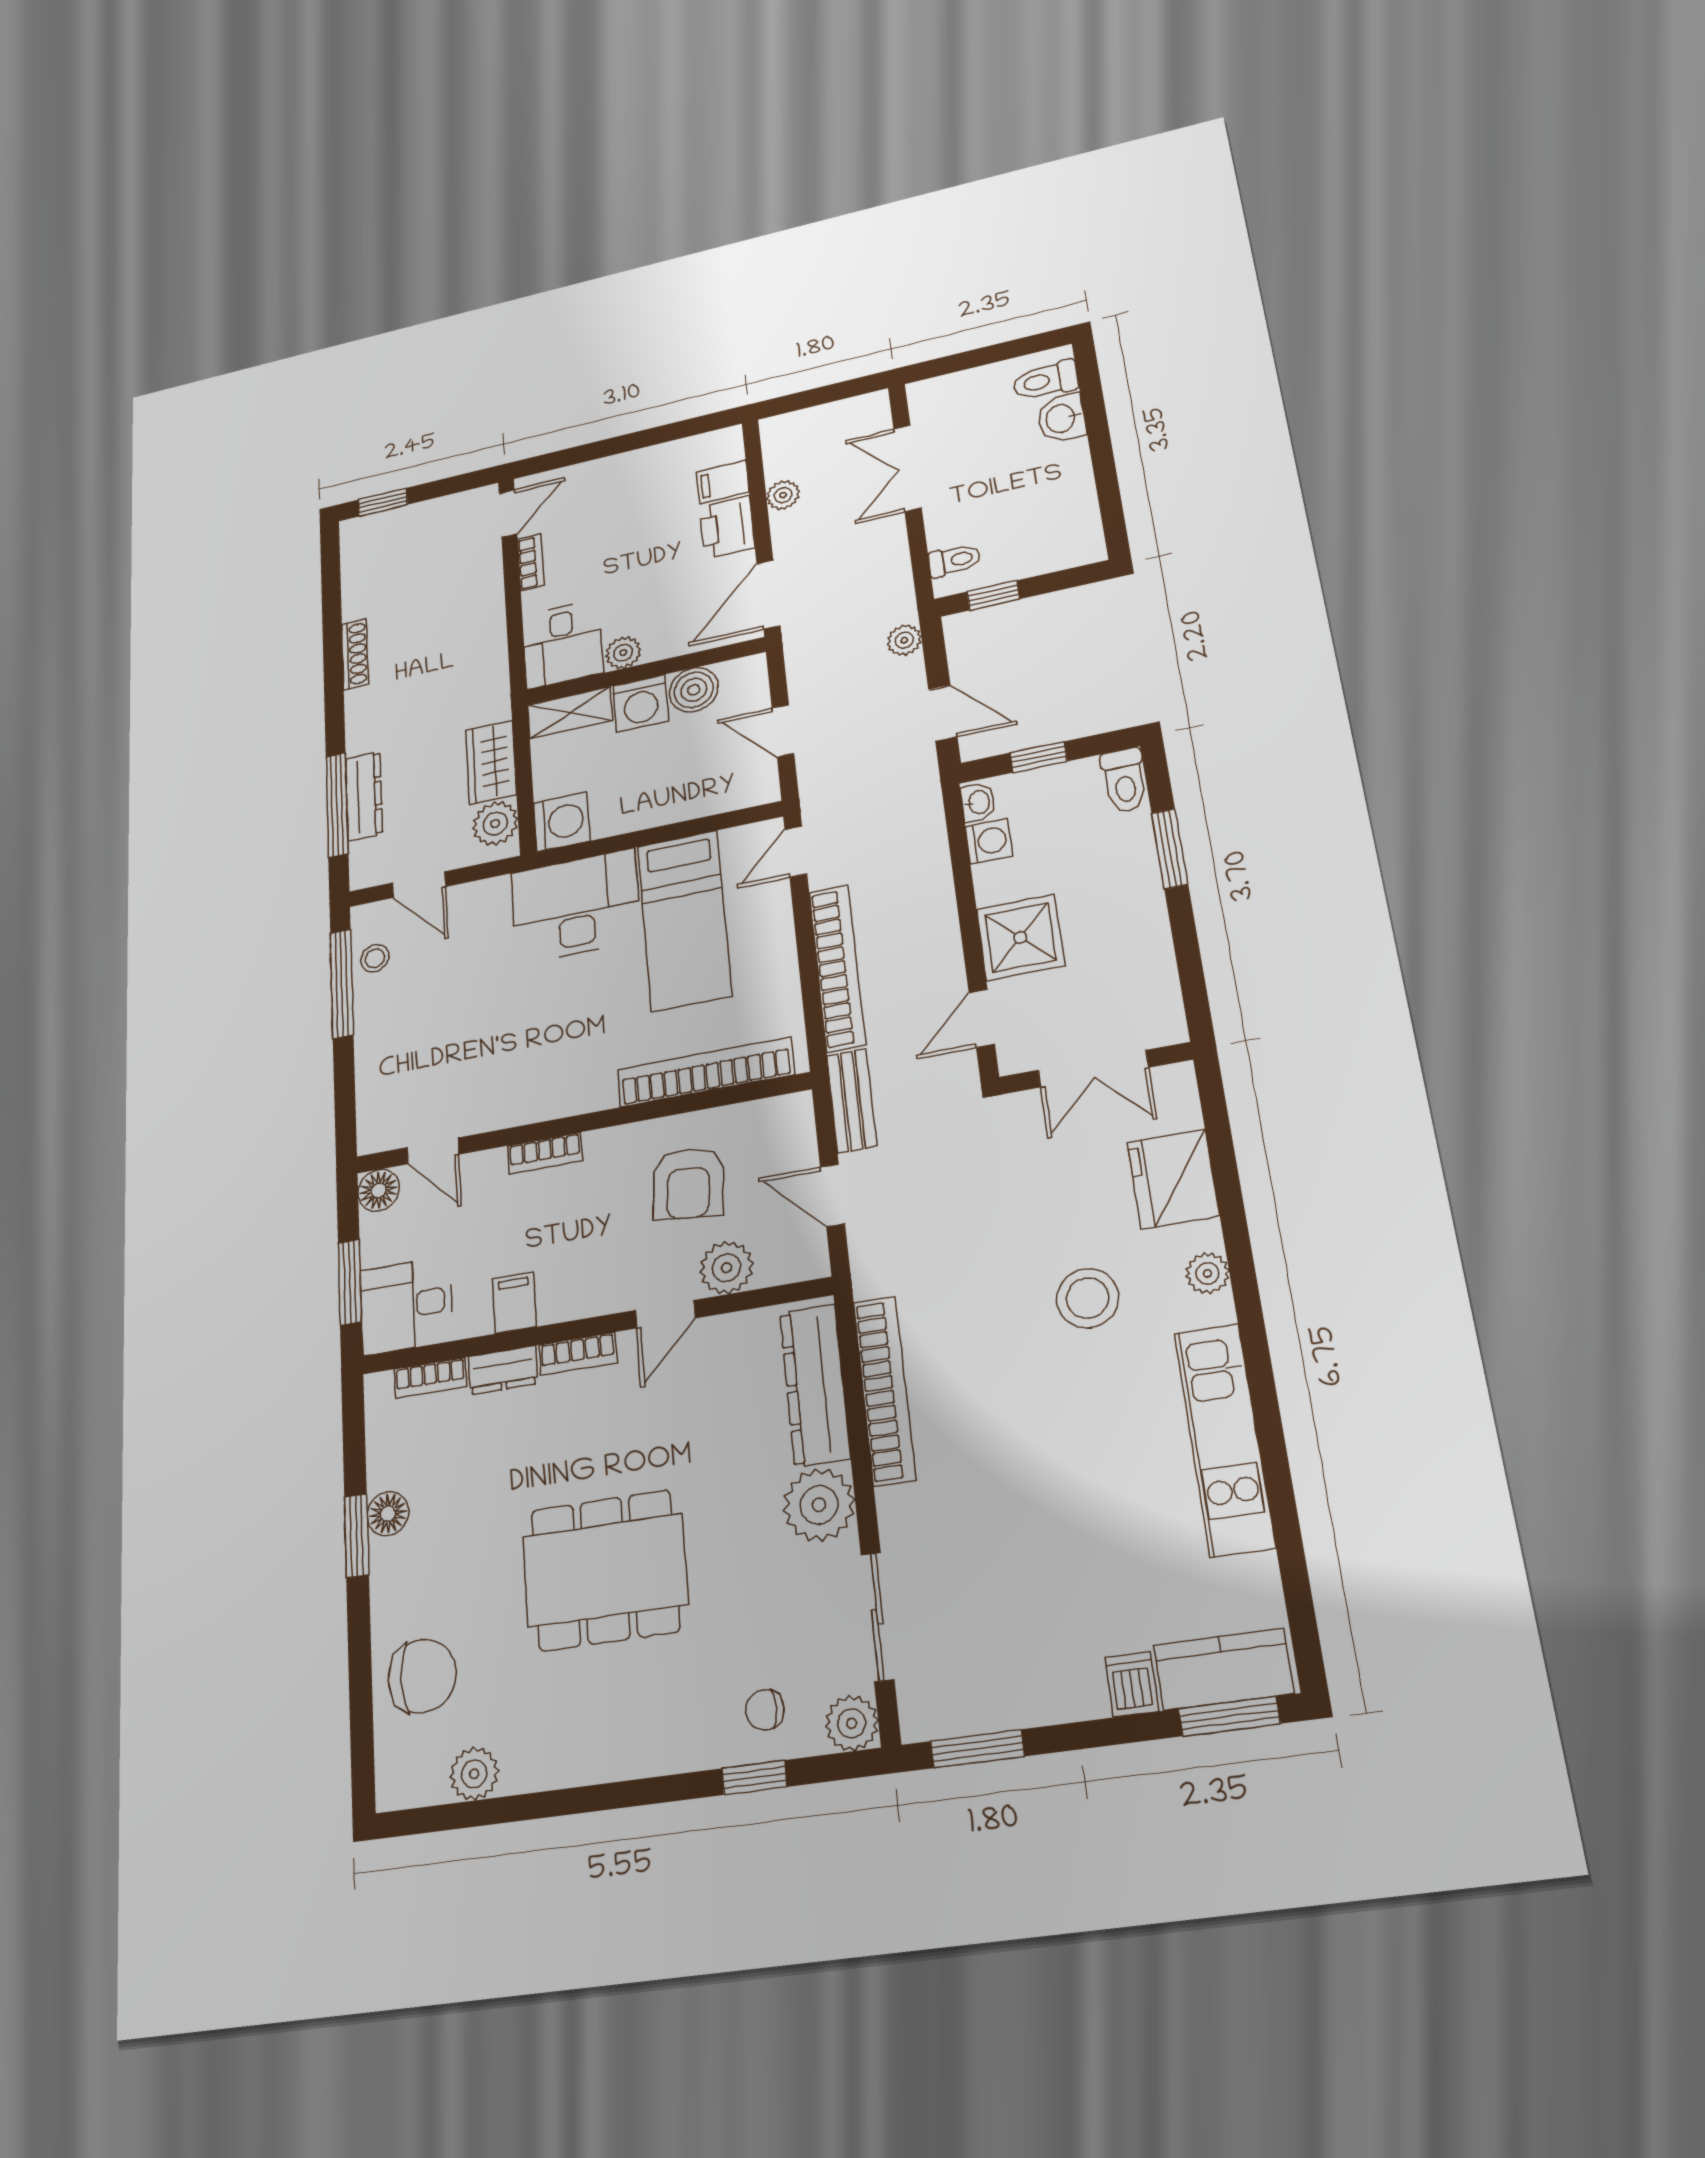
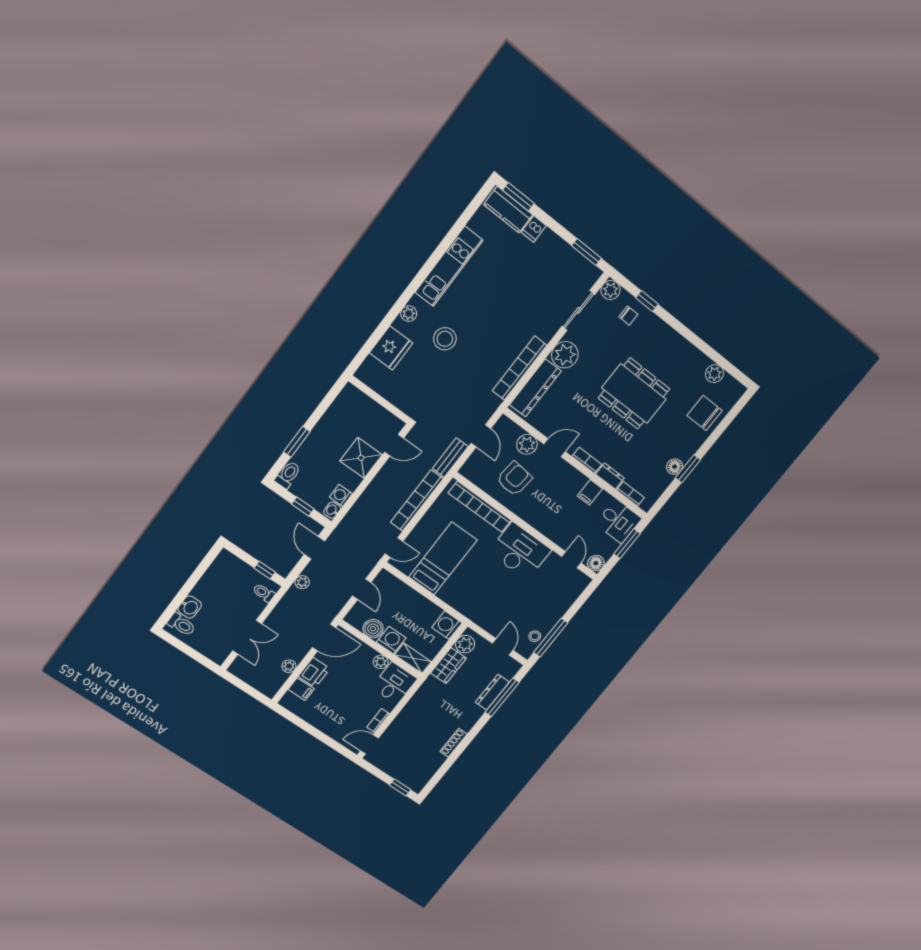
desk: (576, 906) -> (520, 551), moved, turned 180
double door: (1093, 1069) -> (380, 400), removed
bookcase: (545, 1153) -> (543, 528), removed

